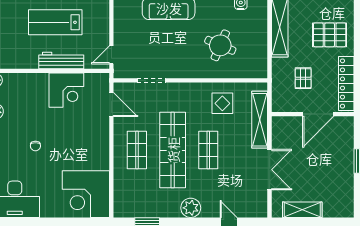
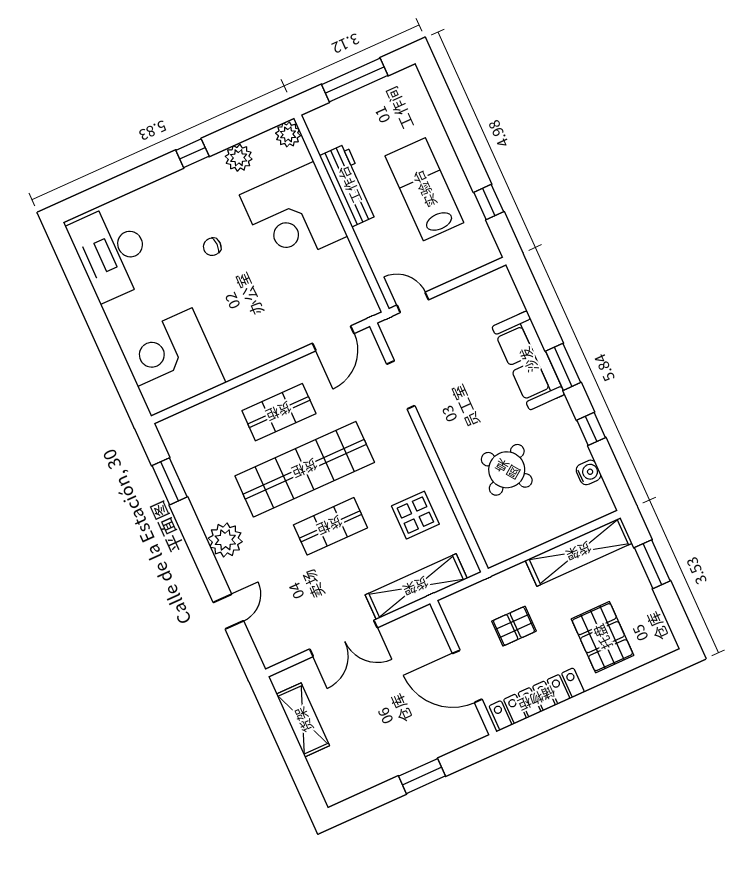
round table: (220, 45) -> (507, 470), turned 31
workbench: (61, 61) -> (349, 185), moved
corner desk: (66, 90) -> (294, 216), moved, width x1.36, depth x1.36

